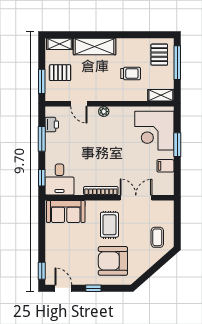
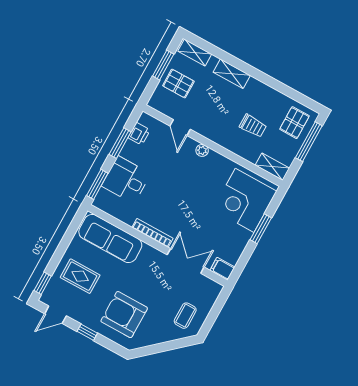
shelving: (95, 46) -> (232, 74), width x0.67, depth x0.75
window: (42, 81) -> (163, 65), moved
filing cabinet: (165, 166) -> (222, 269), moved
window: (42, 178) -> (97, 184), width x1.50
desk: (60, 179) -> (126, 180), moved, turned 90
sofa: (66, 212) -> (110, 238), width x1.36
rug: (109, 225) -> (80, 276), moved, turned 90
door: (63, 288) -> (55, 315), swing flipped

